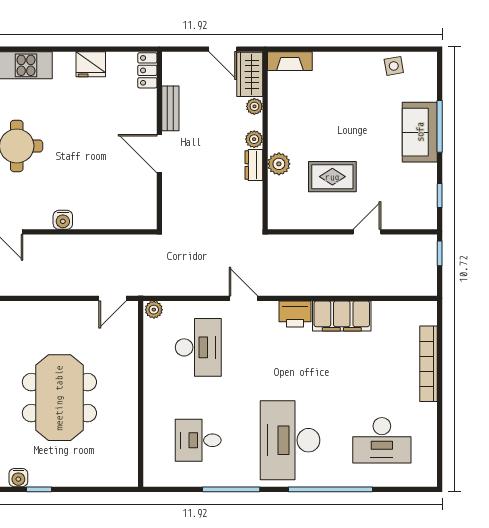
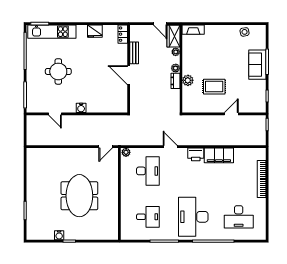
desk: (198, 440) -> (148, 217), turned 180

